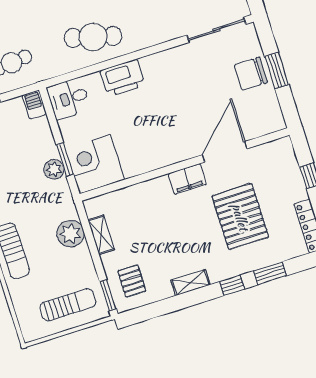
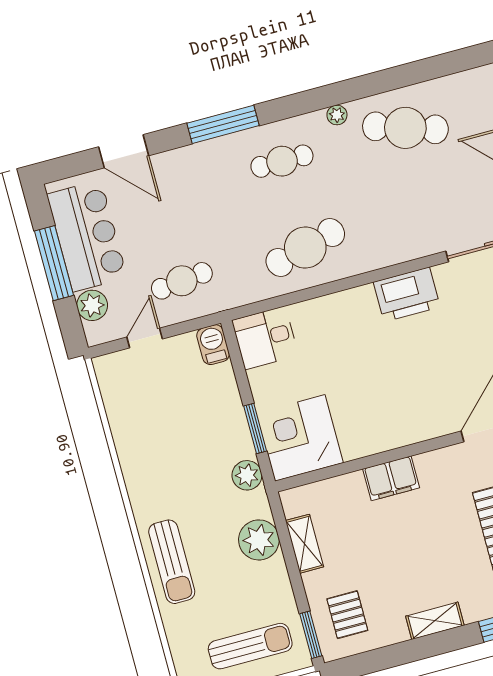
cafe table: (93, 37) -> (305, 248), turned -30
printer: (123, 78) -> (407, 294), moved
plant: (54, 169) -> (247, 475), moved
filing cabinet: (187, 179) -> (391, 478), moved

